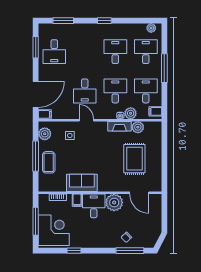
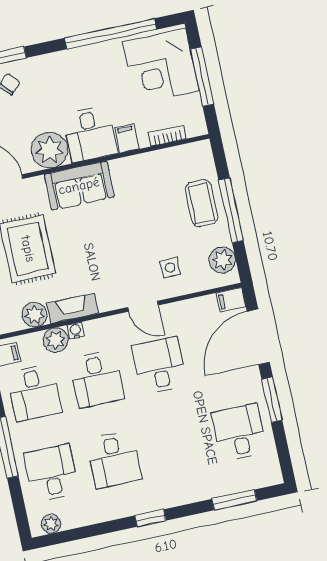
window: (36, 47) -> (272, 400), moved
desk: (146, 52) -> (52, 473), turned 180
sofa: (82, 183) -> (79, 186), moved
window: (74, 251) -> (111, 34), width x3.17

